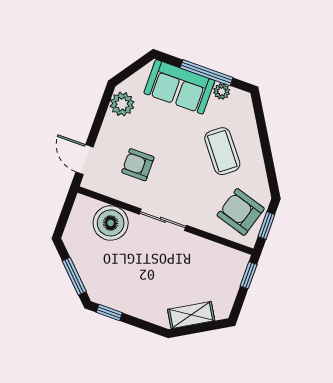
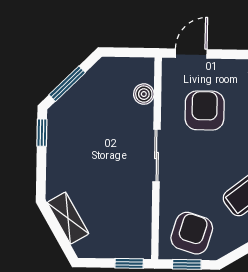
armchair: (138, 165) -> (205, 110), width x1.38, depth x1.38
boiler: (111, 223) -> (144, 94), width x0.54, depth x0.54

